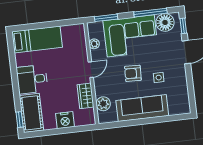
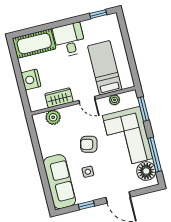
window: (183, 26) -> (86, 205), moved
bed: (37, 39) -> (105, 68), moved, turned 180
armchair: (133, 73) -> (89, 144), turned -79
sofa: (142, 108) -> (59, 182), moved
window: (20, 120) -> (98, 14), moved

